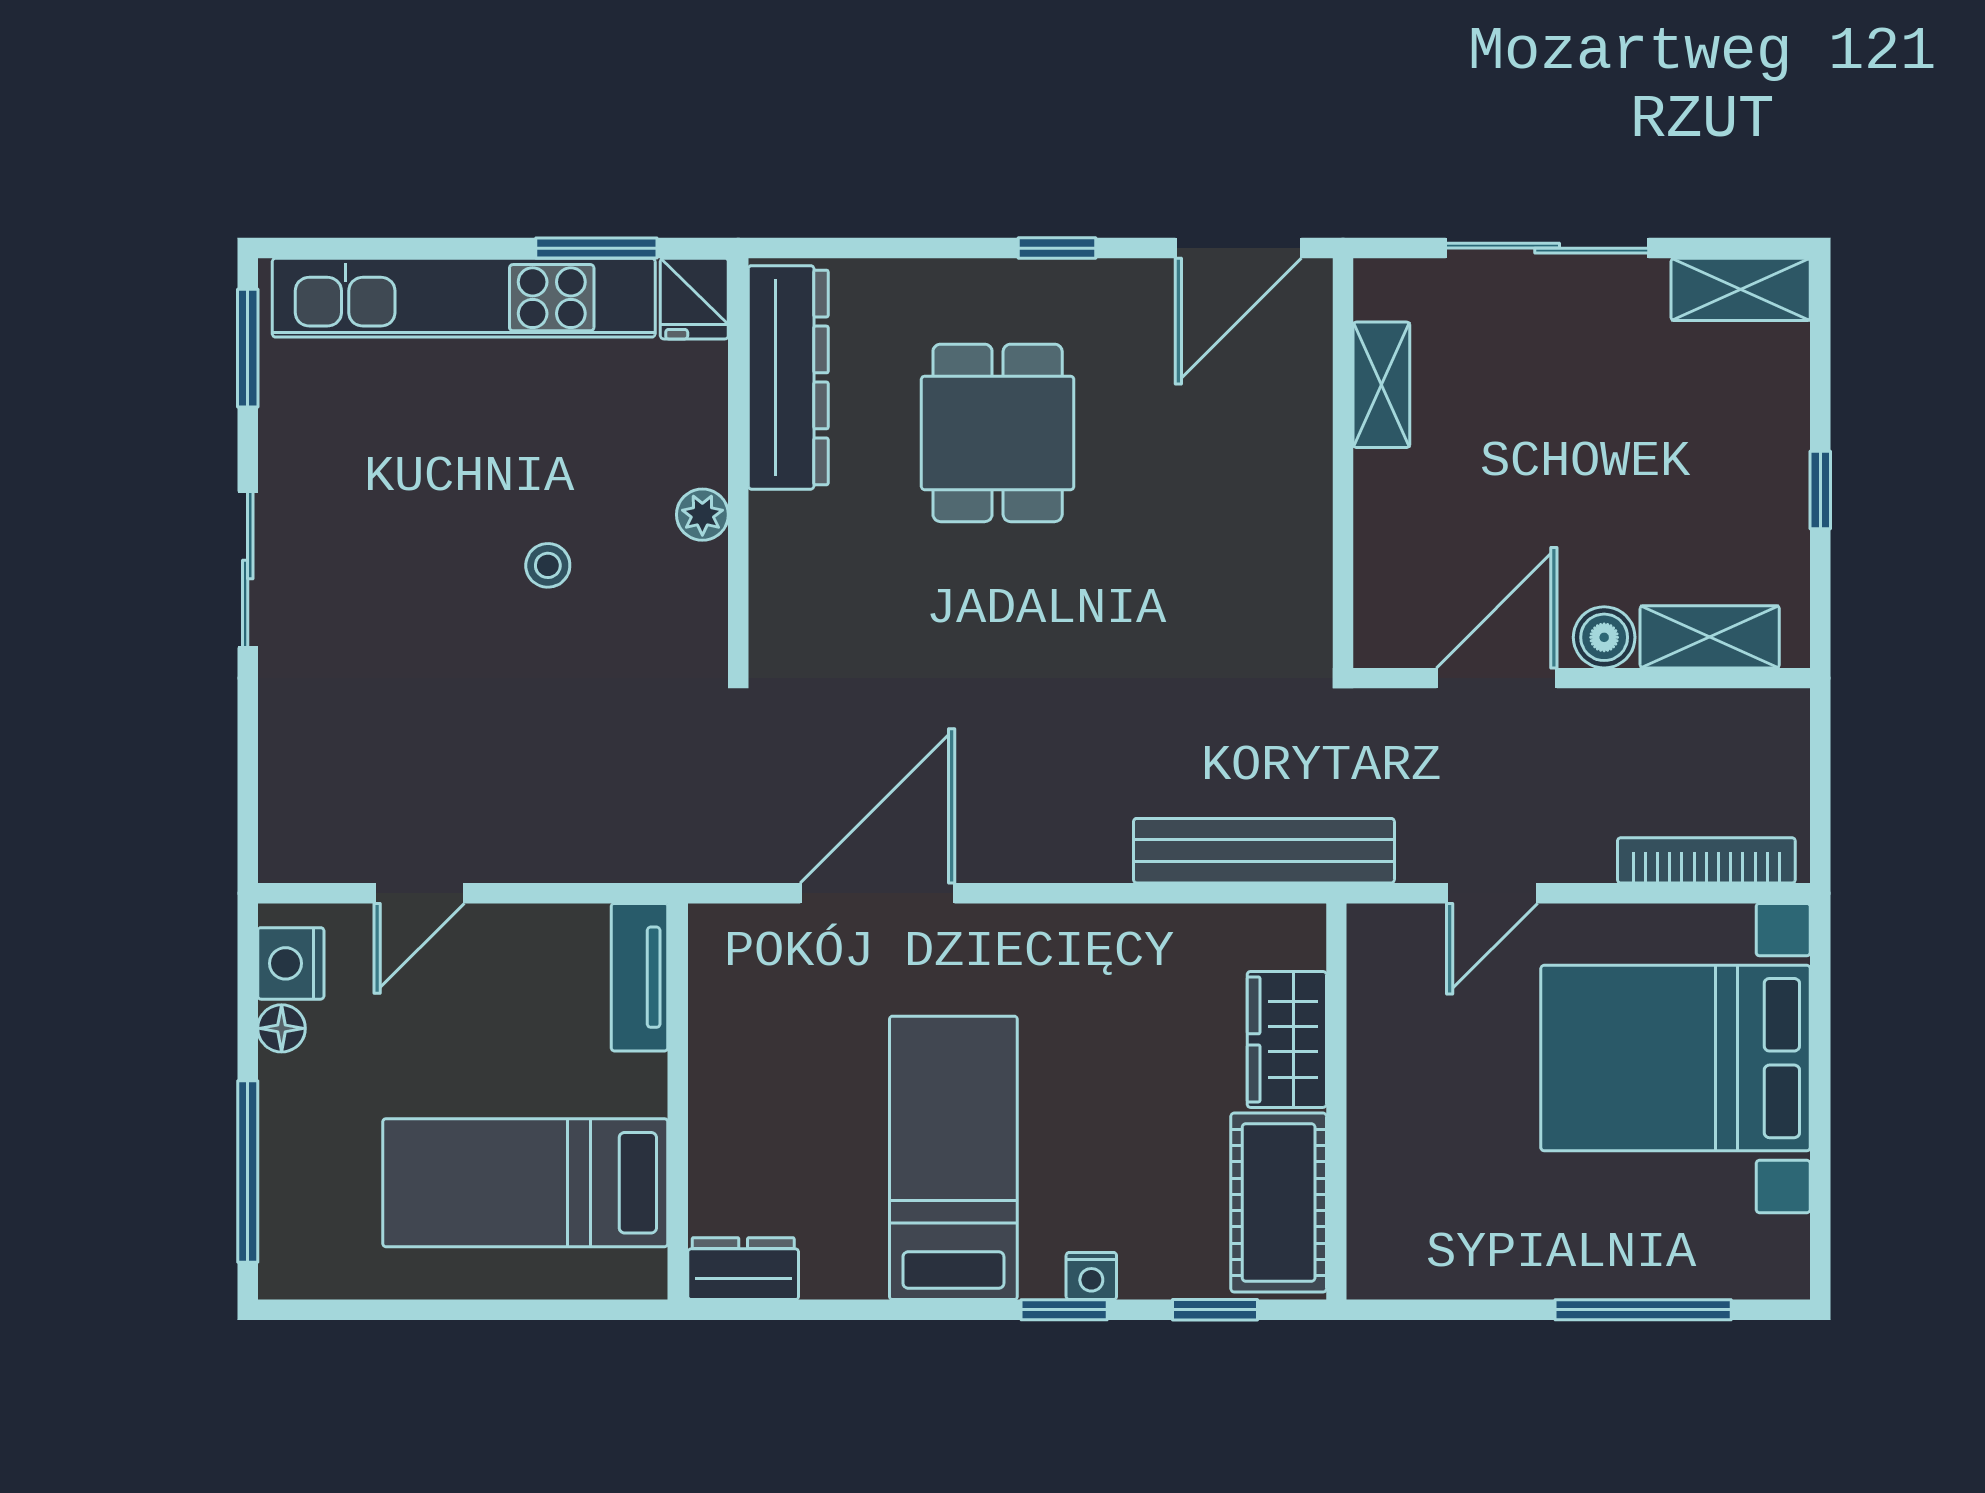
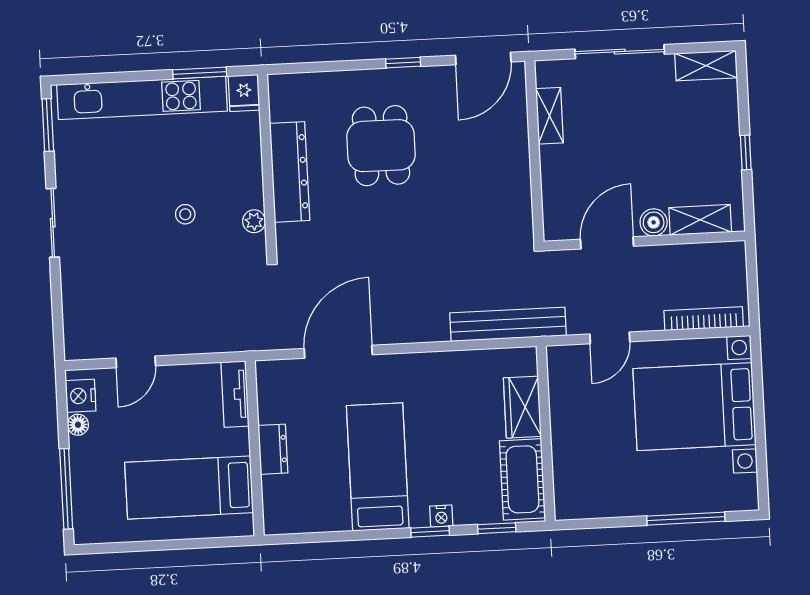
dresser: (788, 377) -> (290, 172), moved
plant: (702, 515) -> (254, 221), moved
dresser: (743, 1269) -> (273, 449), moved, turned 90

